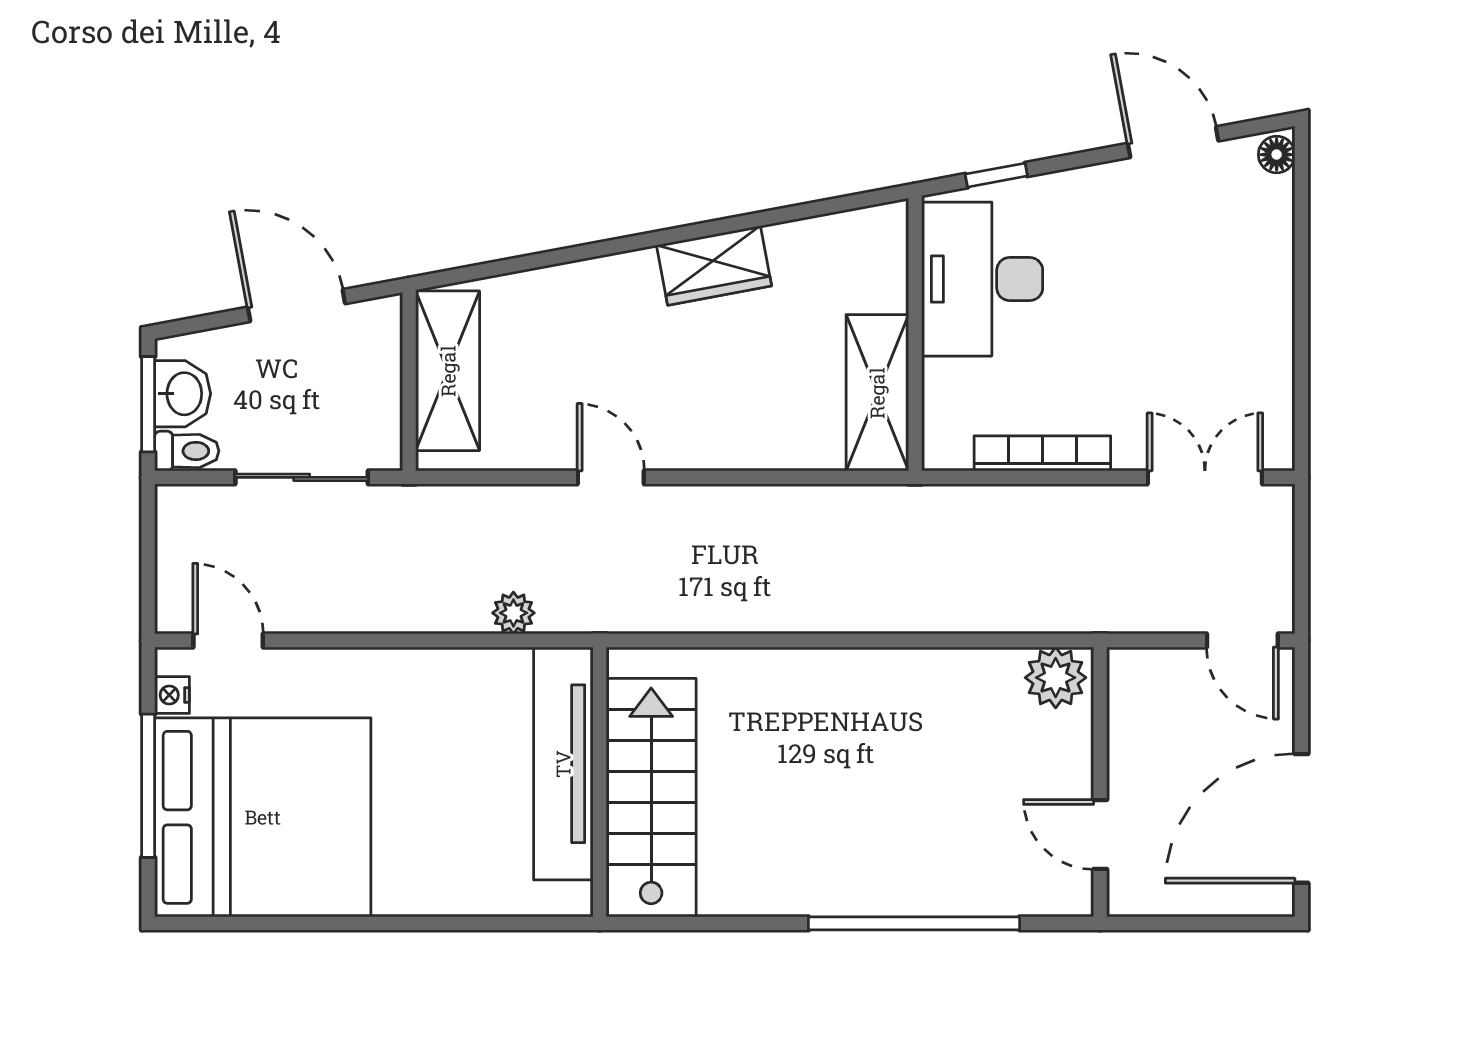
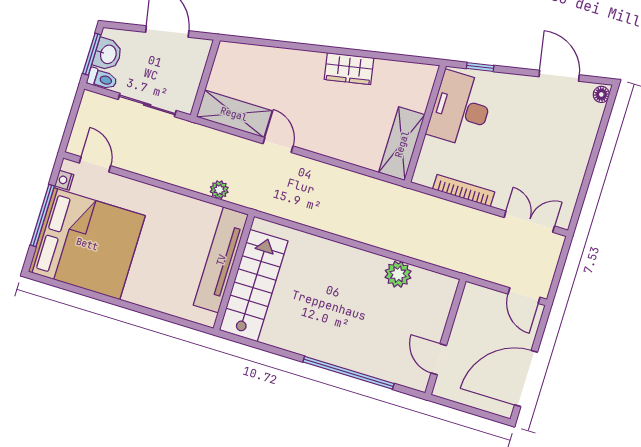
shelving: (448, 371) -> (234, 114), moved, turned 90
plant: (1056, 678) -> (398, 274), moved

